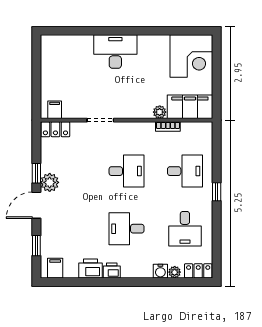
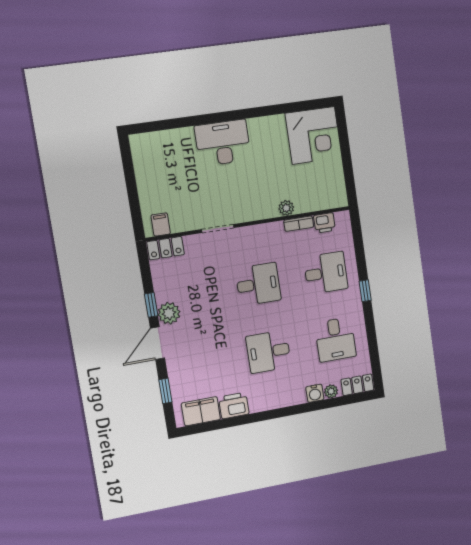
filing cabinet: (190, 107) -> (321, 196), removed
filing cabinet: (55, 268) -> (201, 411), width x2.00
printer: (112, 270) -> (324, 223), moved, turned 180

